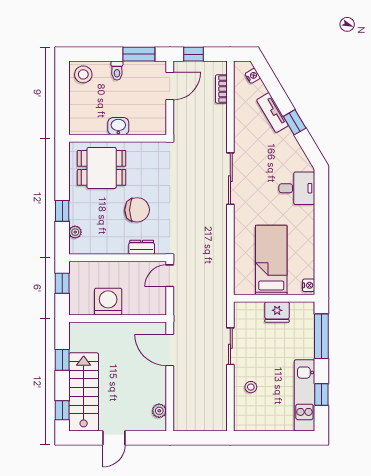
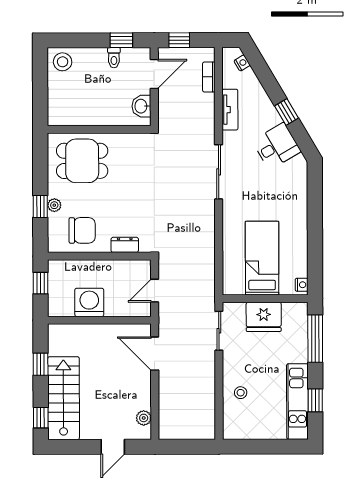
window: (139, 54) -> (121, 40), width x0.67
toilet: (117, 71) -> (114, 58), moved
tv unit: (273, 113) -> (230, 110), moved, turned -149
washbasin: (118, 126) -> (141, 106), moved, turned -90
desk: (297, 188) -> (277, 146), moved, turned -31
chair: (137, 210) -> (82, 230), moved
plant: (75, 232) -> (54, 205), moved
door: (170, 276) -> (155, 291), moved
fridge: (277, 312) -> (264, 317), width x1.36, depth x1.34
sliding door: (230, 346) -> (219, 331), moved
door: (114, 438) -> (113, 447), moved

